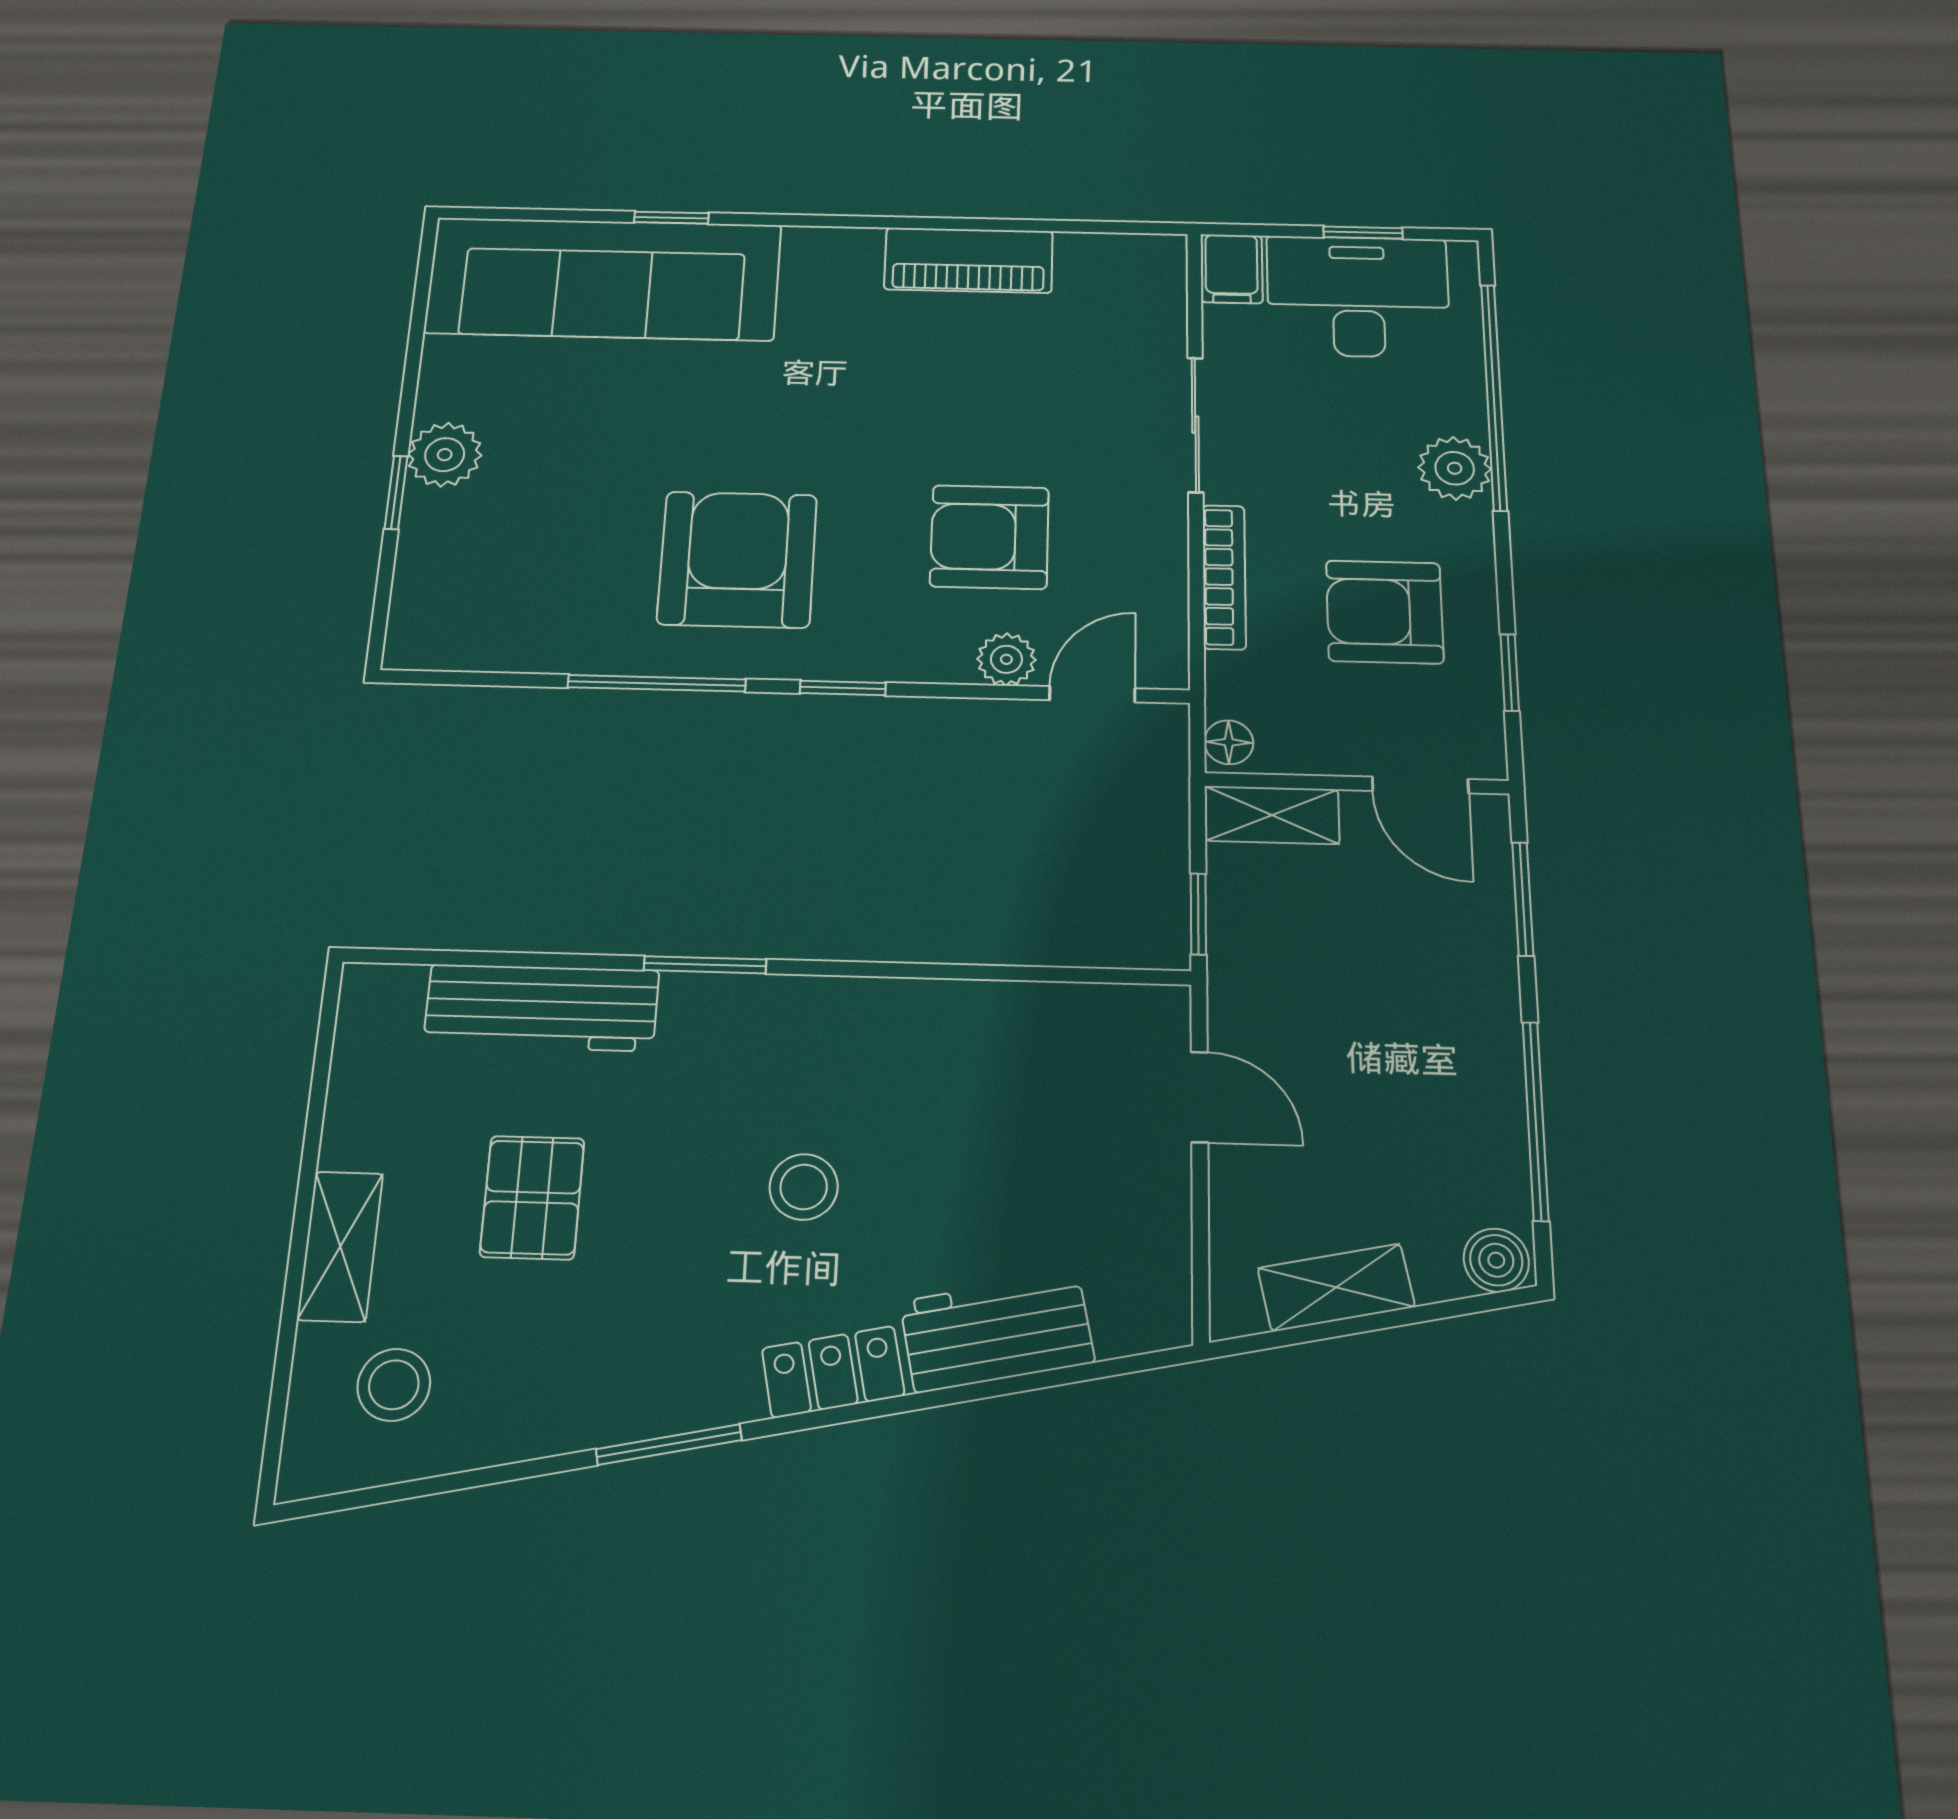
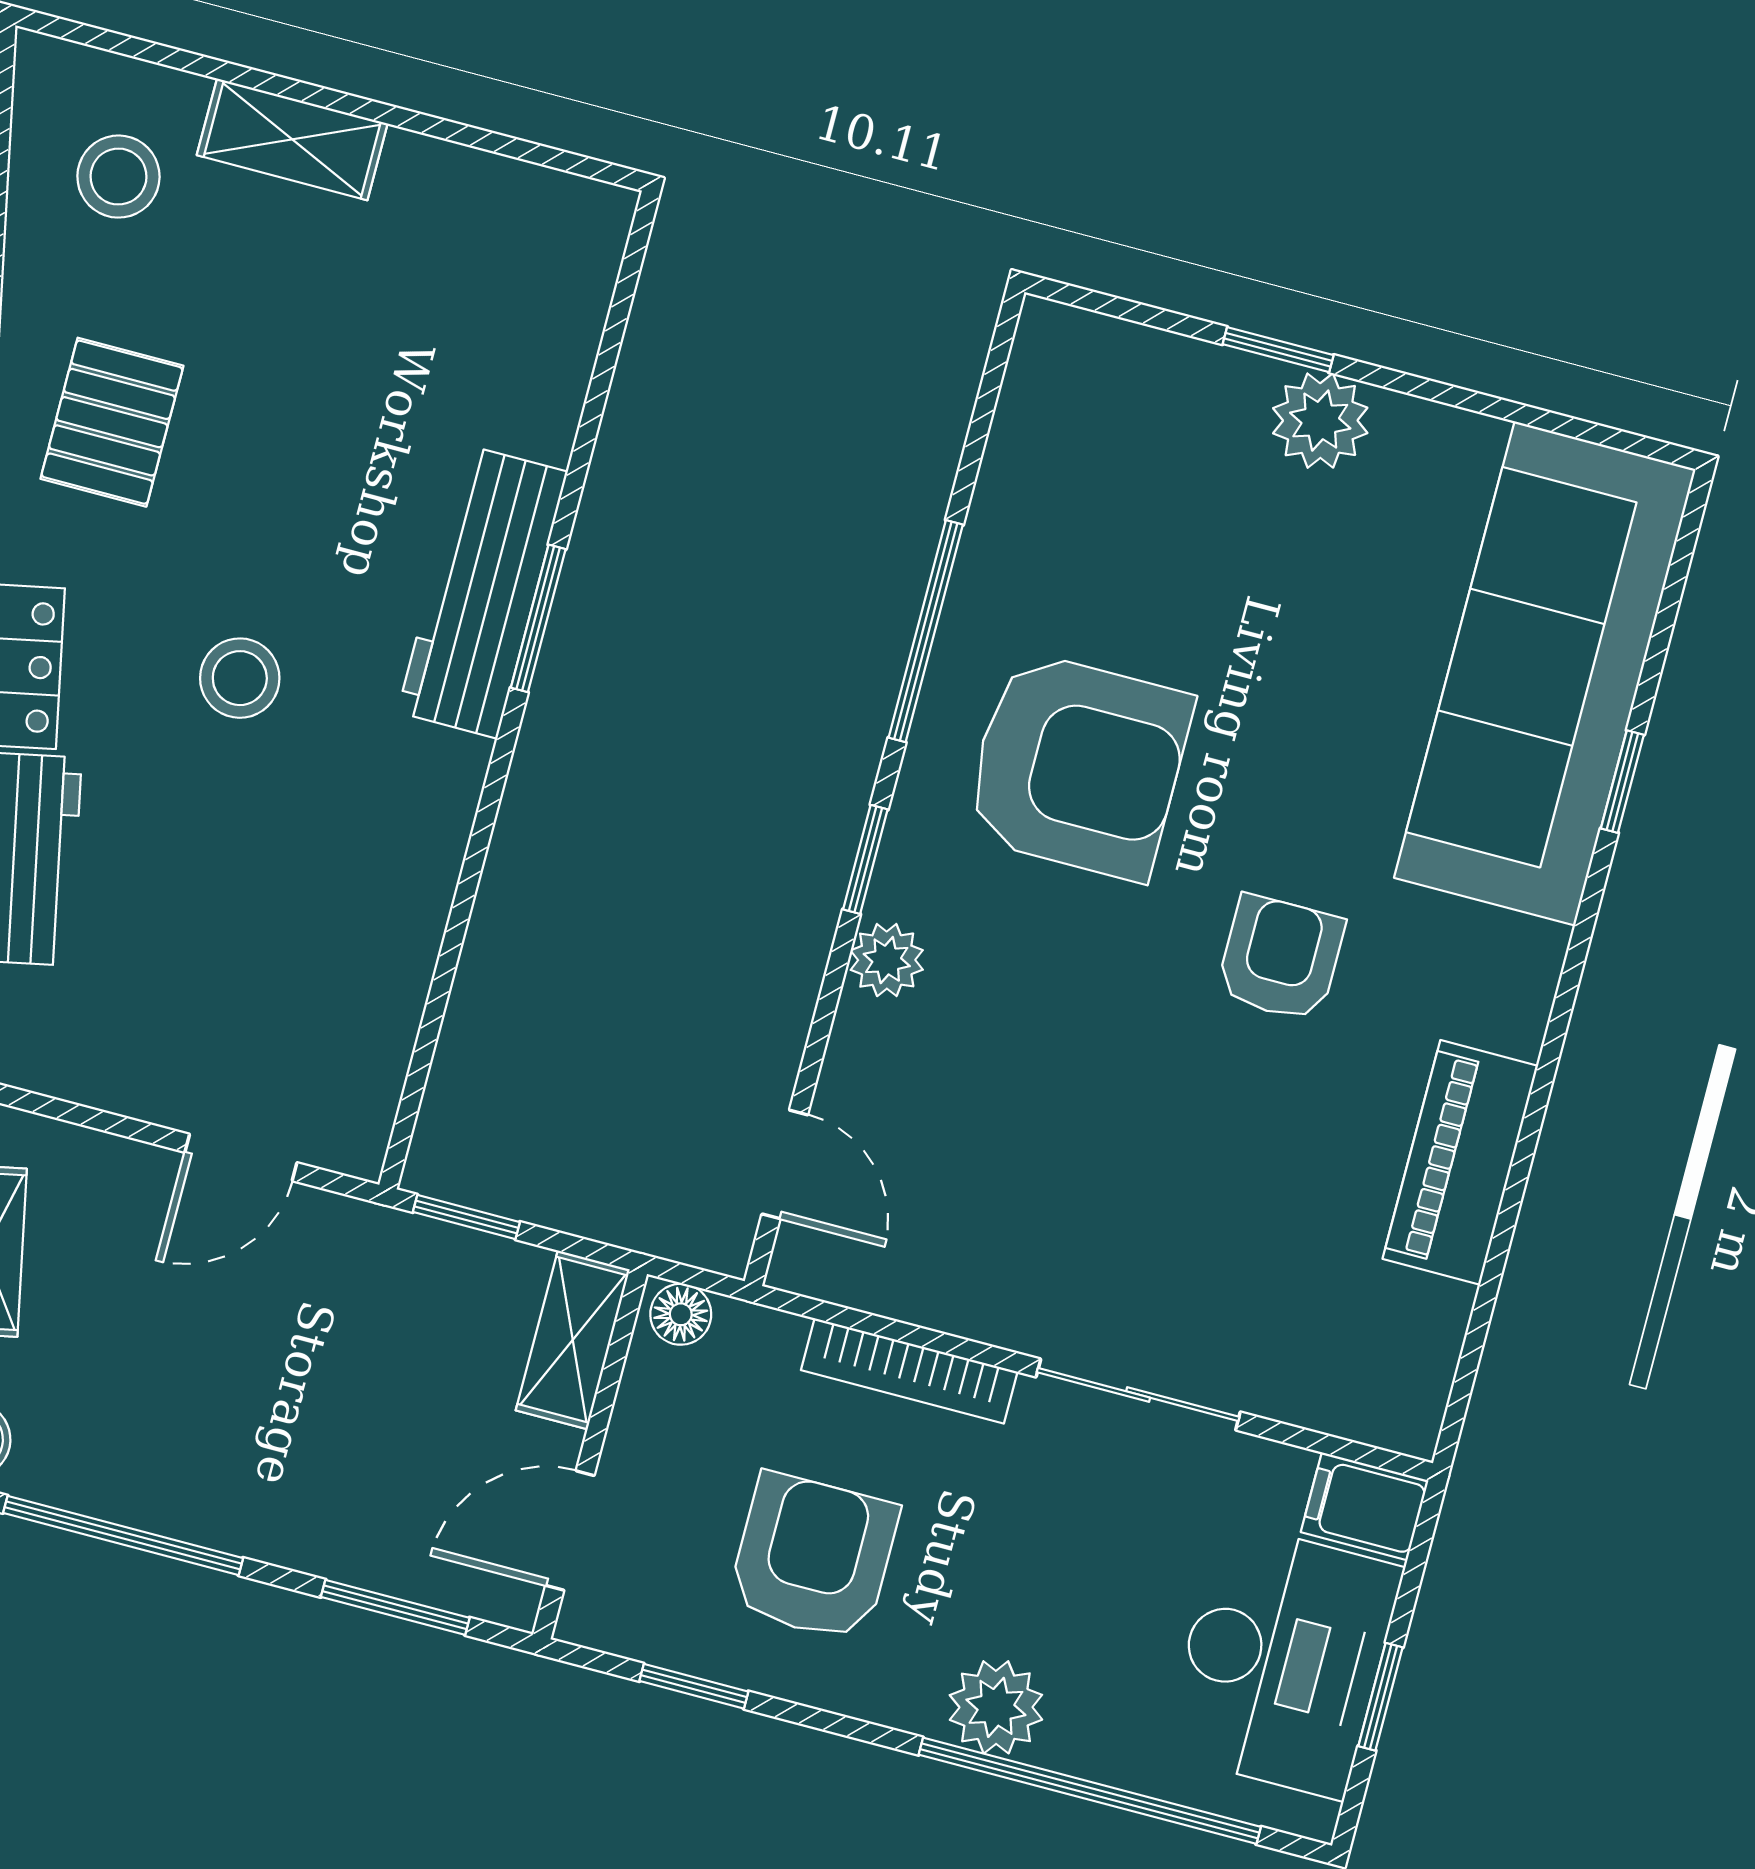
armchair: (990, 537) -> (1280, 958), moved, width x0.72, depth x0.72
plant: (1006, 659) -> (887, 960), moved
workbench: (542, 1008) -> (482, 592), moved
pallet: (532, 1197) -> (112, 422), moved, turned 90

